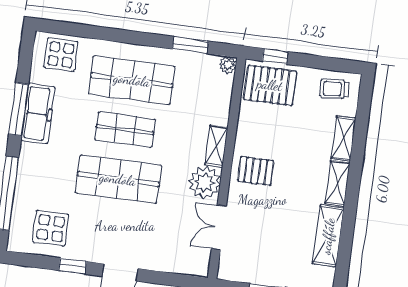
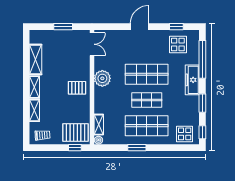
window: (190, 45) -> (137, 148), moved
window: (26, 53) -> (202, 132), added
window: (19, 109) -> (202, 103), width x0.69
freezer: (38, 114) -> (192, 80), moved
shelving: (216, 146) -> (99, 125), moved
double door: (219, 227) -> (92, 44), moved
window: (72, 266) -> (176, 27), moved

